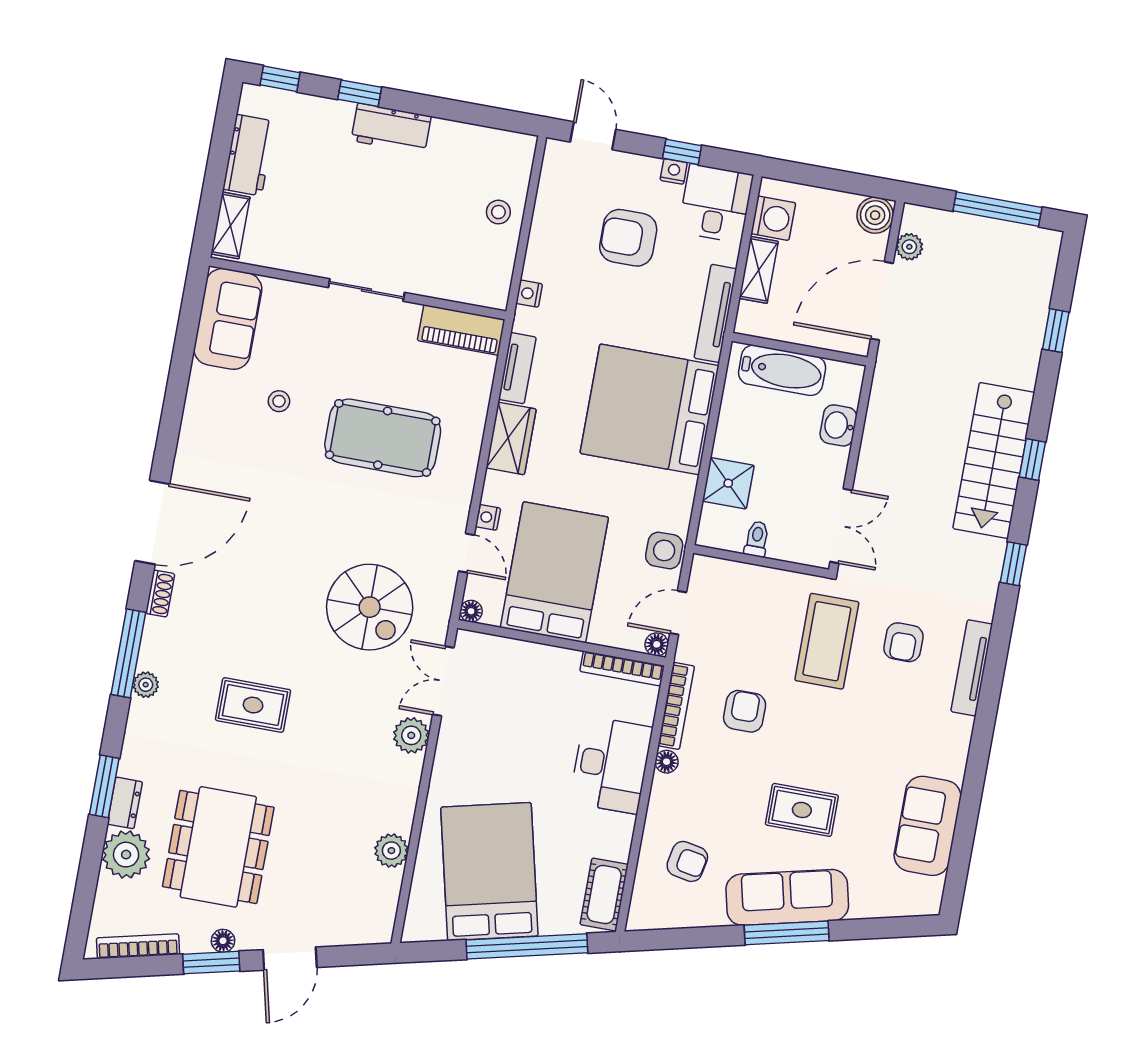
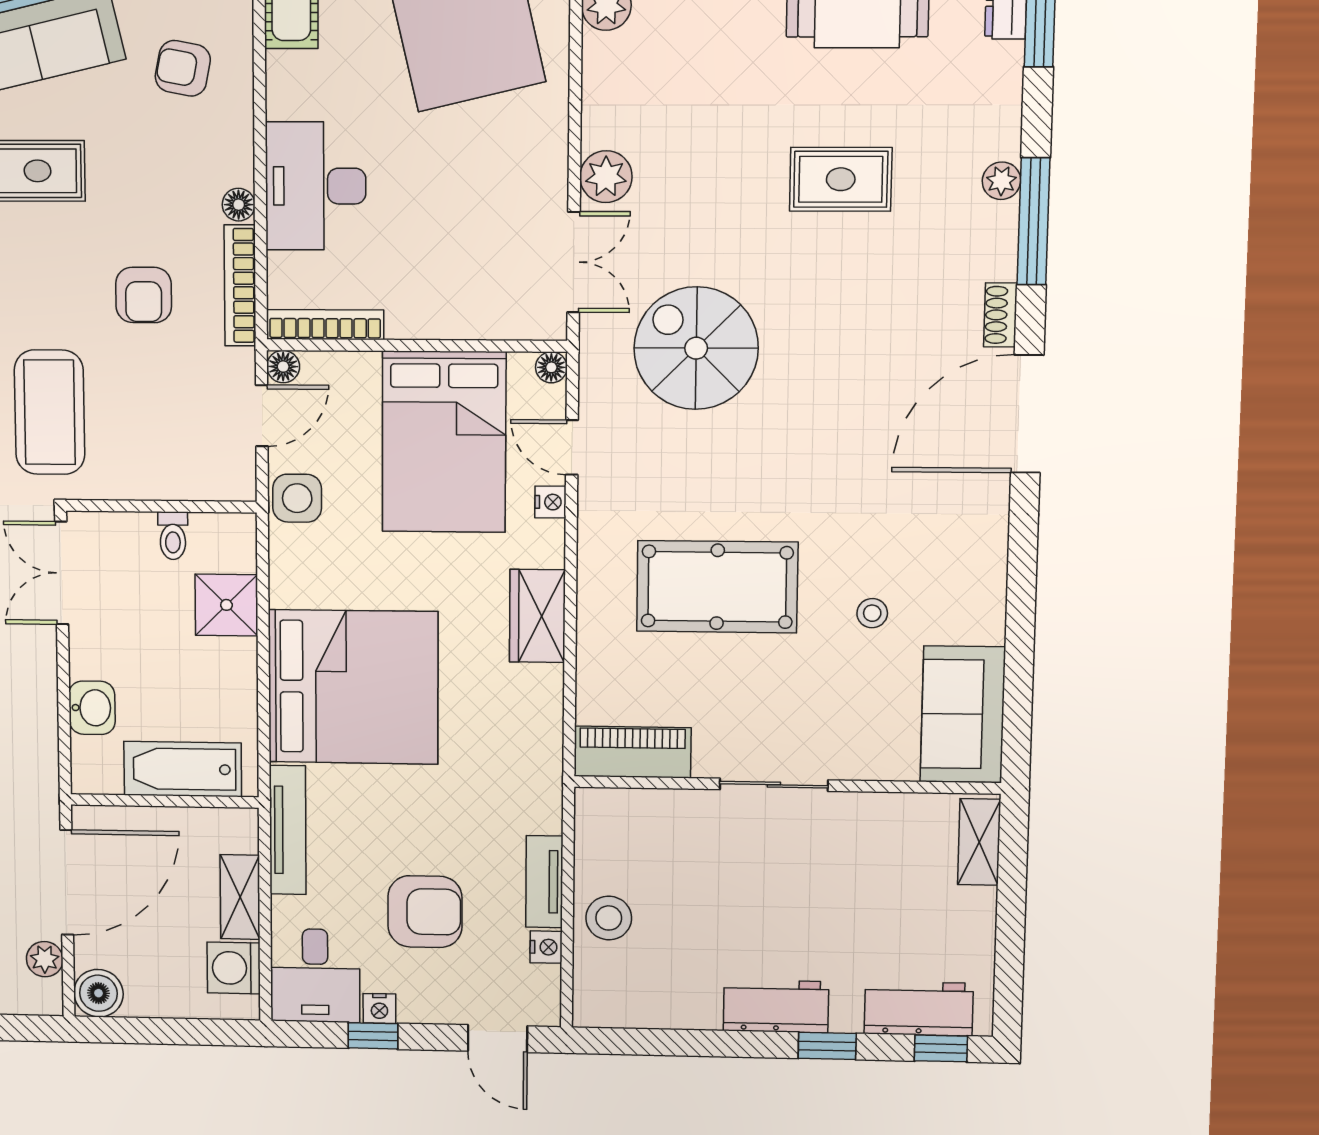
workbench: (249, 155) -> (919, 1009), moved, turned 90
stool: (498, 212) -> (609, 918), width x1.37, depth x1.37
nightstand: (529, 294) -> (546, 947), moved
tv unit: (517, 368) -> (544, 882), moved

